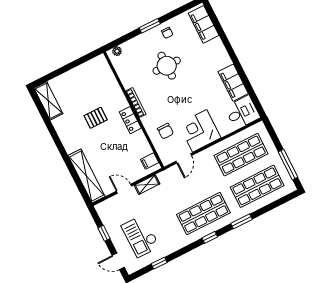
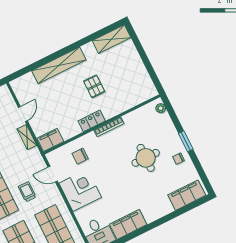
filing cabinet: (150, 161) -> (50, 140), width x2.00
shelving: (87, 176) -> (59, 65), moved
trolley: (202, 184) -> (27, 192), added

